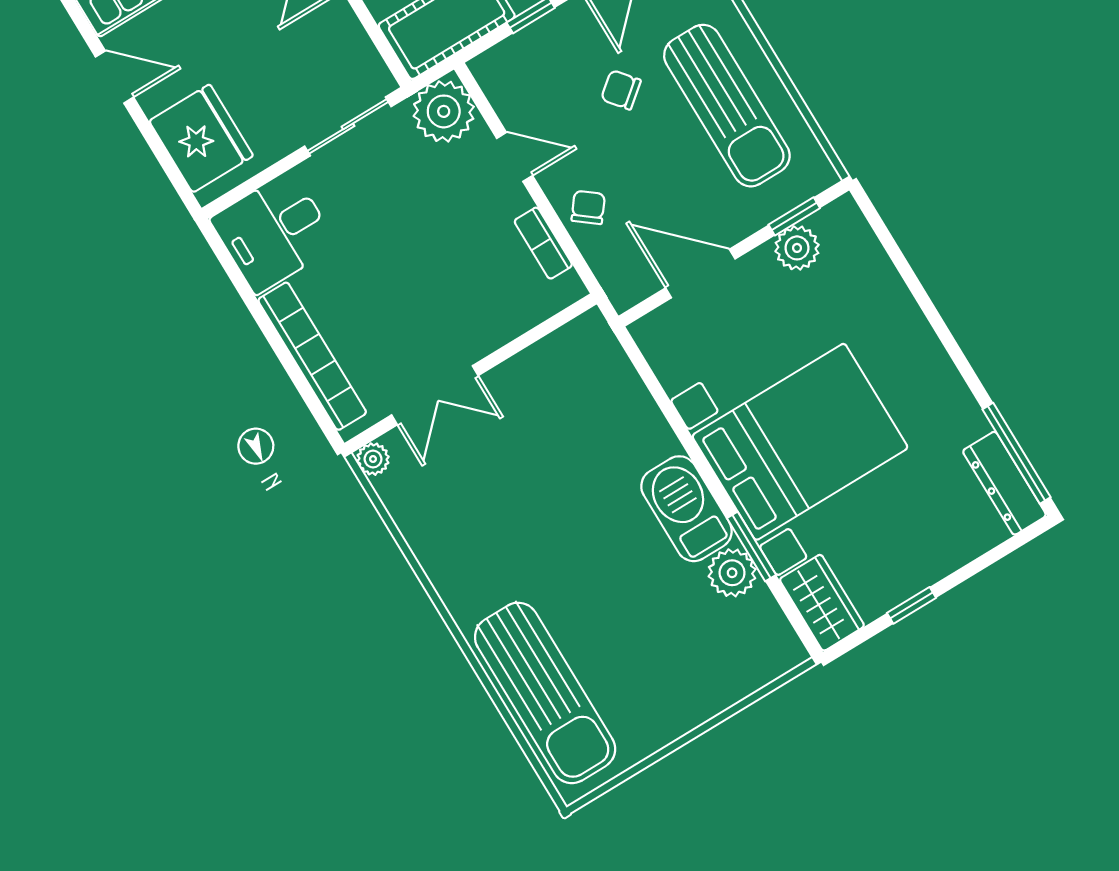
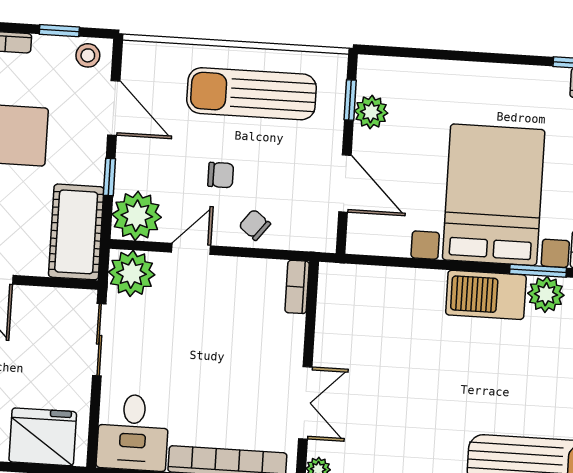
plant: (509, 74) -> (137, 216), added
chair: (621, 90) -> (221, 175), moved, turned -141
sun lounger: (727, 106) -> (252, 94), turned 180
bookcase: (543, 243) -> (297, 287), moved, turned 90
door: (700, 273) -> (345, 184), swing flipped

